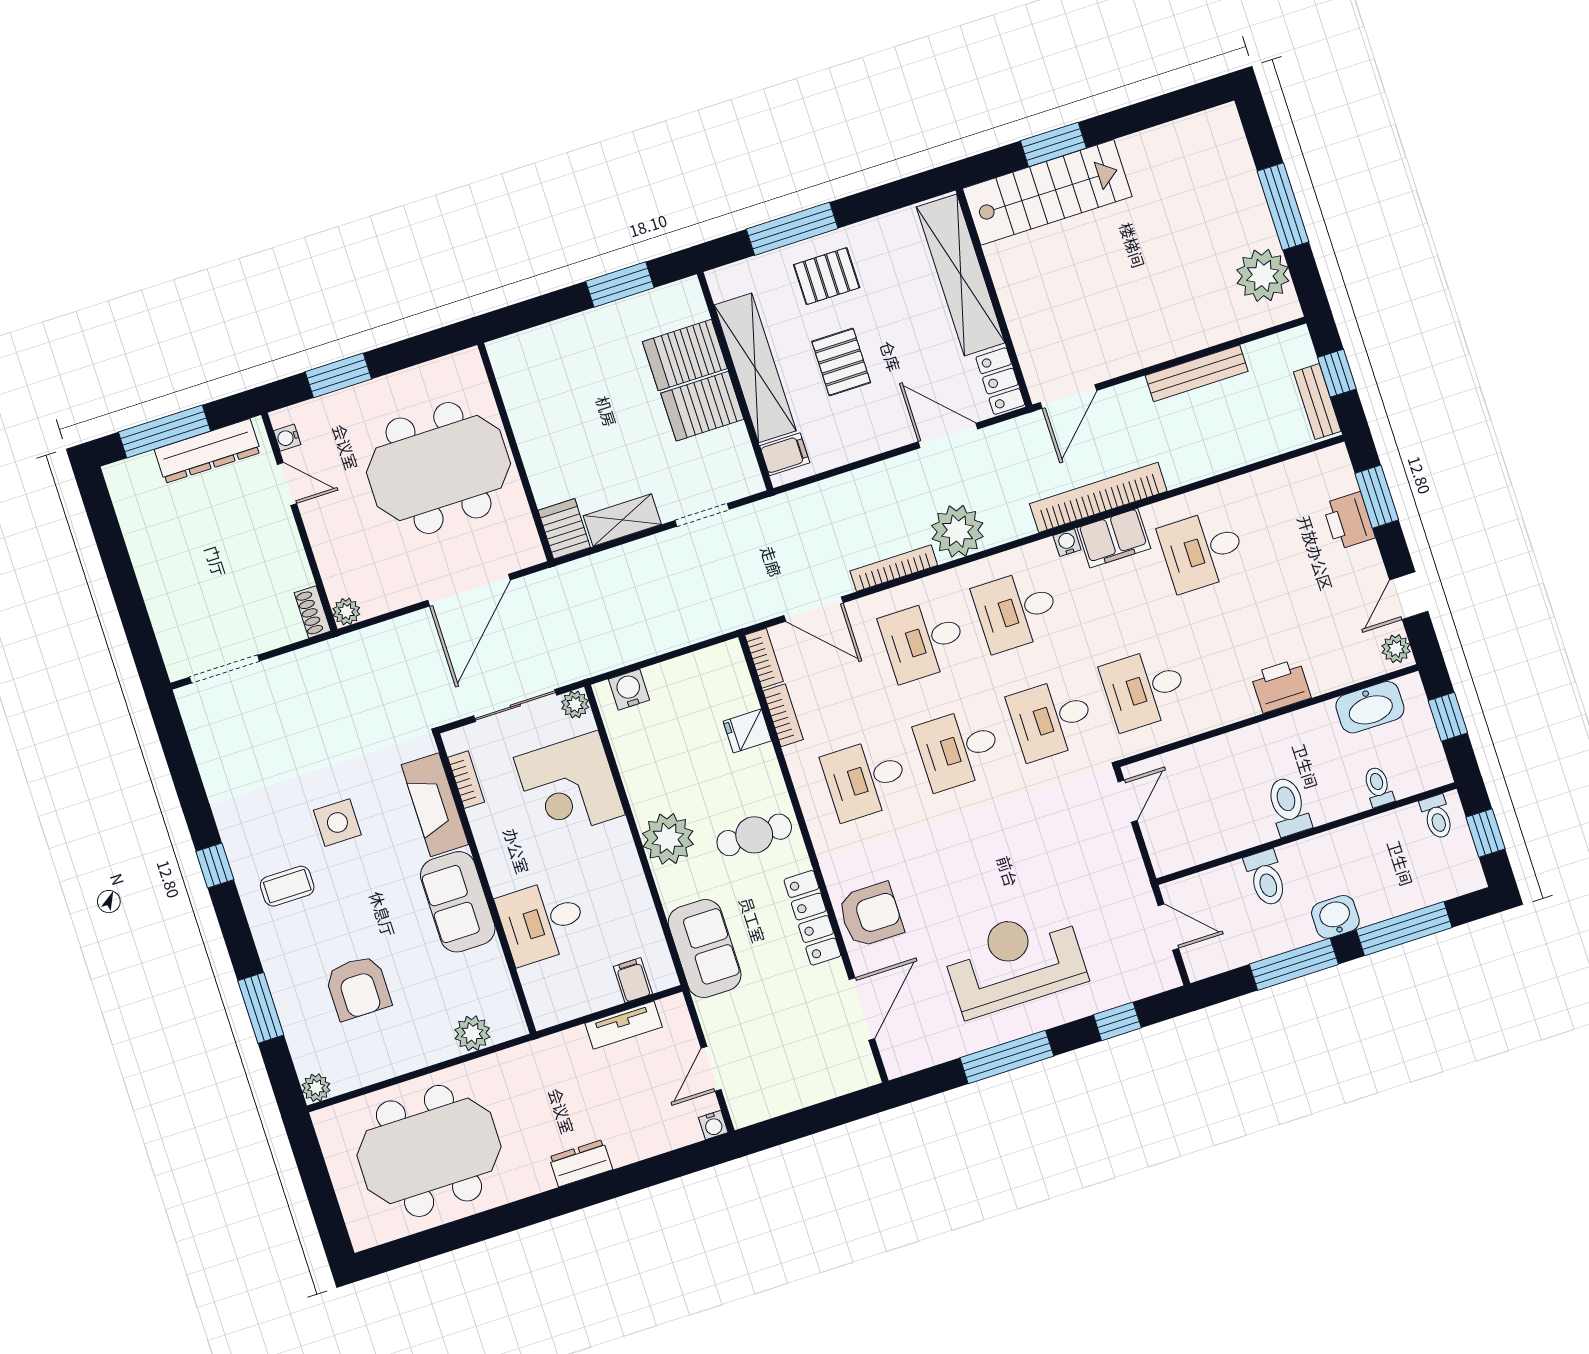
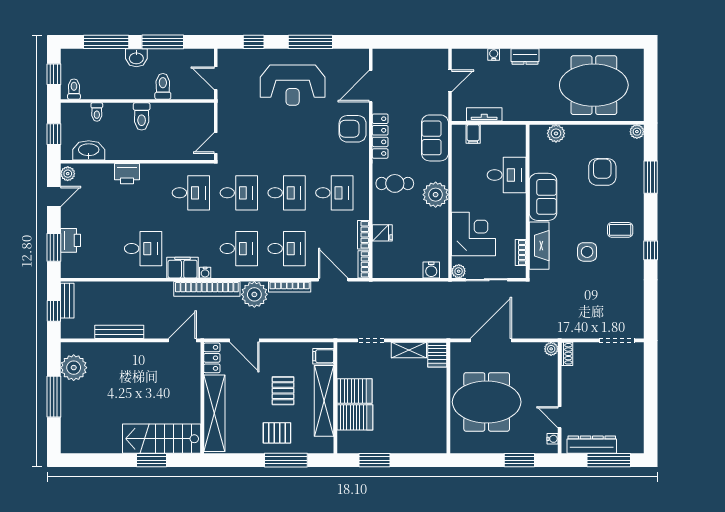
bookcase: (1098, 497) -> (207, 289), moved
water cooler: (713, 1125) -> (494, 55), moved

